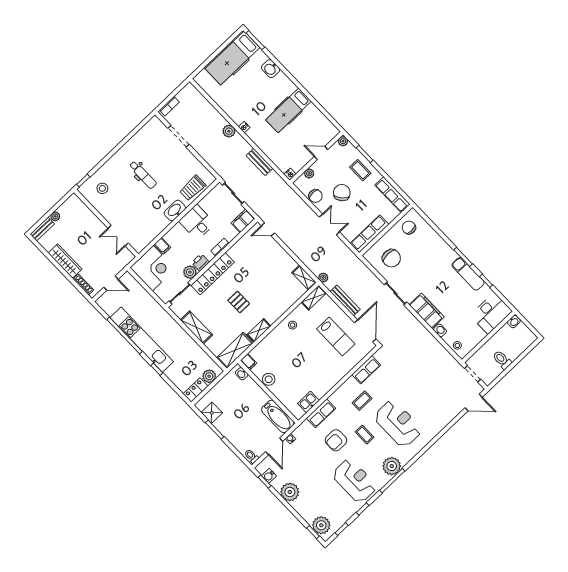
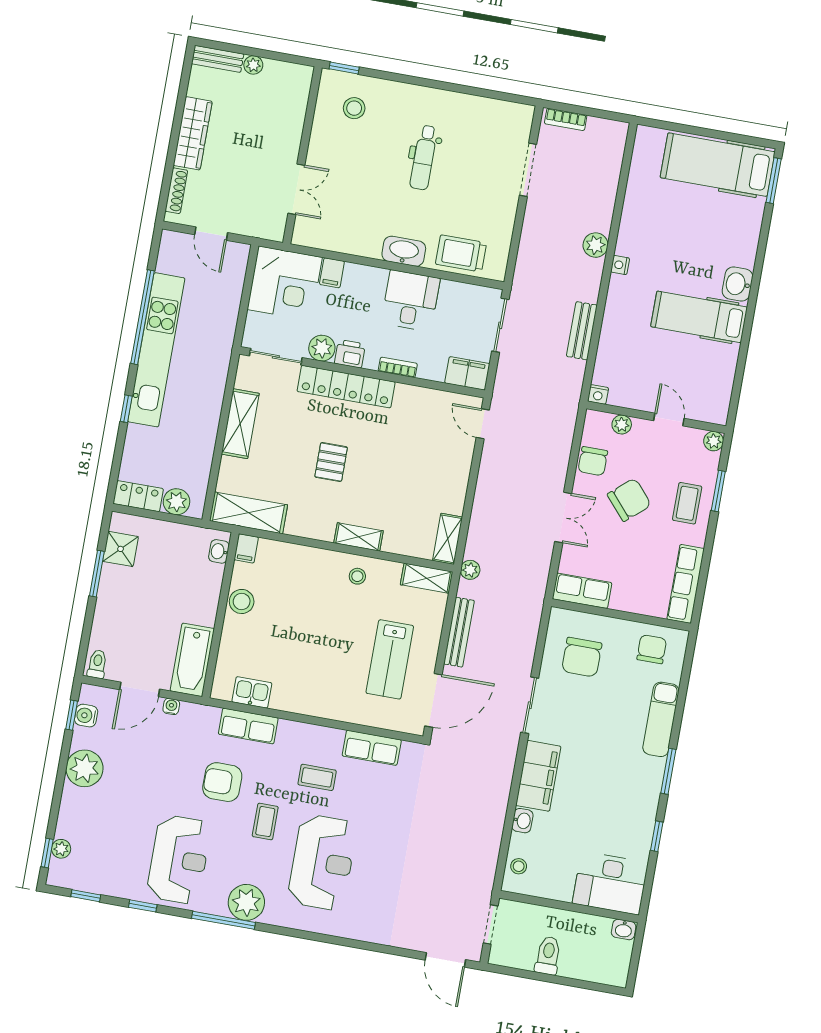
washbasin: (271, 69) -> (738, 284), moved
row of seats: (370, 234) -> (582, 591), width x0.68
double door: (118, 236) -> (296, 189), swing flipped
exam couch: (468, 274) -> (661, 719), moved
shelving: (259, 330) -> (359, 537), moved
plant: (321, 525) -> (61, 849), width x0.53, depth x0.53

